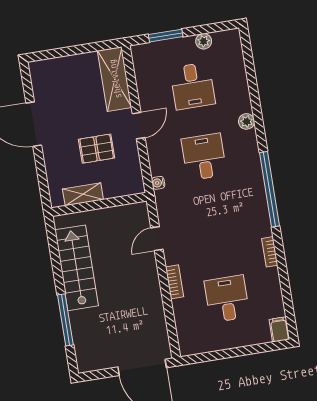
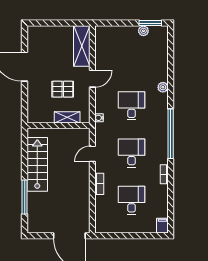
window: (166, 36) -> (150, 23), moved
desk: (192, 86) -> (132, 153), moved, turned 180
shelving: (83, 194) -> (67, 117), moved

